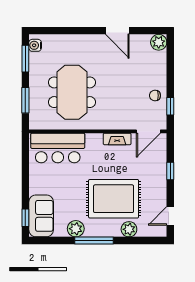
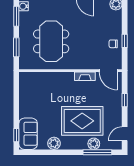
window: (170, 106) -> (125, 41), moved
door: (148, 131) -> (108, 71), hinge flipped
bar counter: (58, 148) -> (41, 83), removed
window: (94, 241) -> (97, 152), moved

